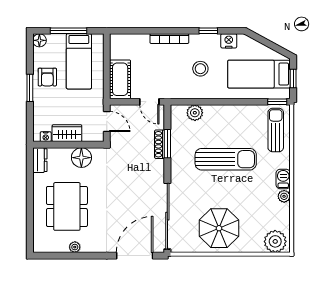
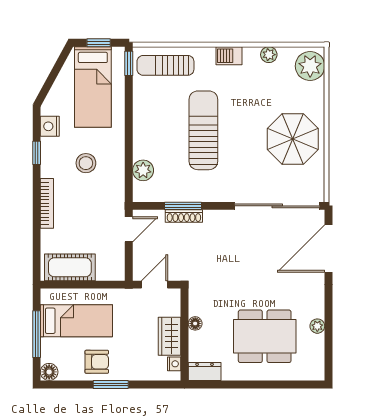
cot: (120, 79) -> (70, 267), moved
floor lamp: (81, 158) -> (195, 323), width x0.53, depth x0.53
plant: (284, 196) -> (269, 55), moved
door: (135, 256) -> (328, 249), hinge flipped

